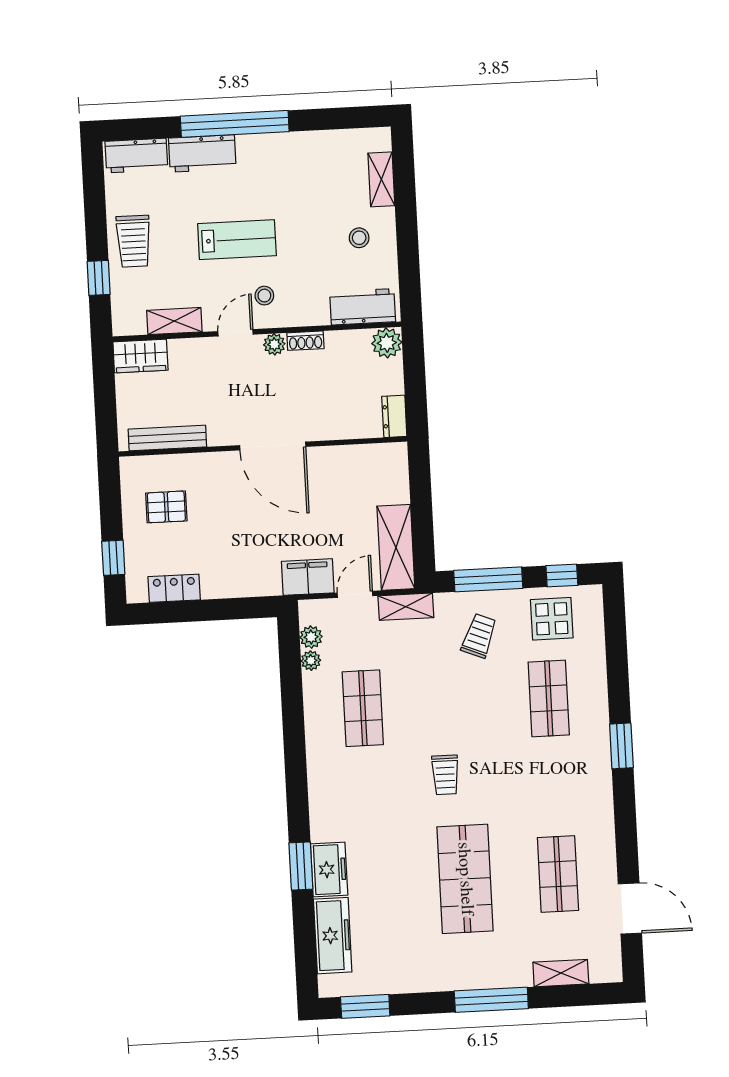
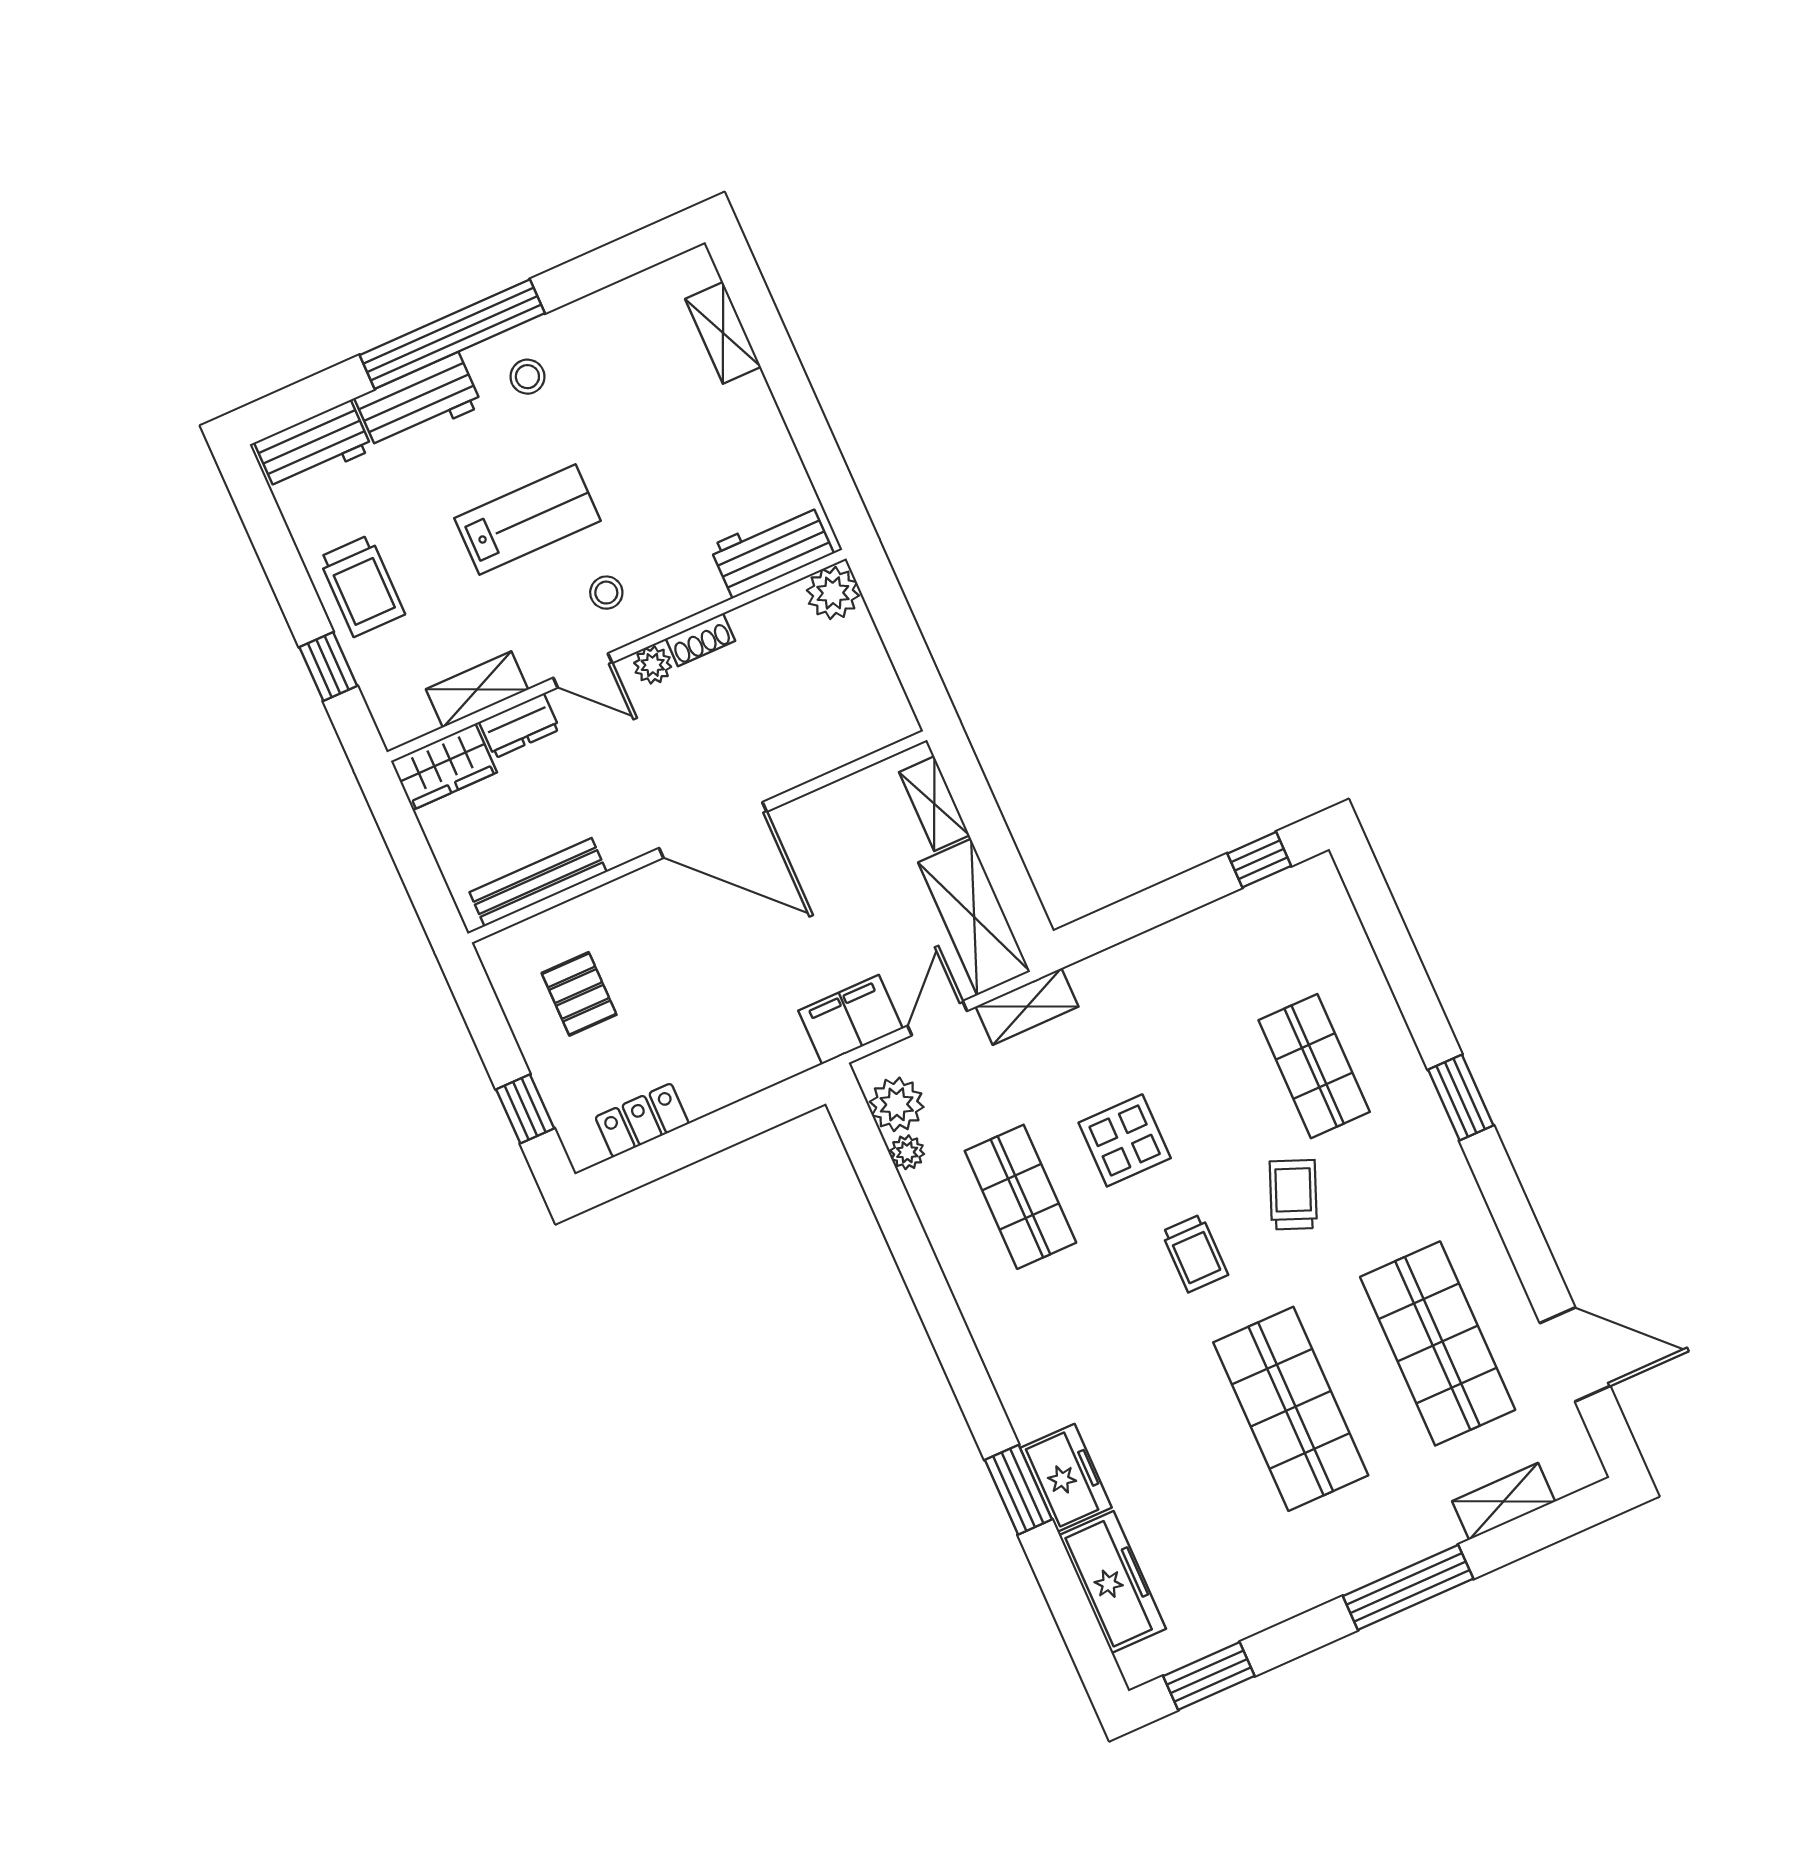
stool: (359, 238) -> (527, 377), moved
door: (235, 333) -> (583, 670), swing flipped
dresser: (394, 416) -> (519, 726), moved, turned -90
shelving: (398, 478) -> (934, 804), added
pallet: (166, 507) -> (579, 994), turned 90
window: (488, 579) -> (1143, 912), removed
display table: (552, 619) -> (1125, 1140), moved
trolley: (479, 636) -> (1293, 1195), moved
plant: (311, 637) -> (897, 1104), width x1.38, depth x1.38
shop shelf: (558, 874) -> (1438, 1343), width x1.43, depth x1.36

